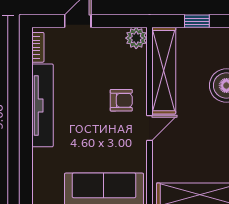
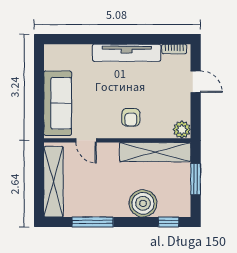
window: (197, 21) -> (196, 179), width x1.50
door: (149, 128) -> (86, 140), moved

